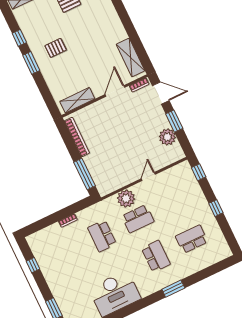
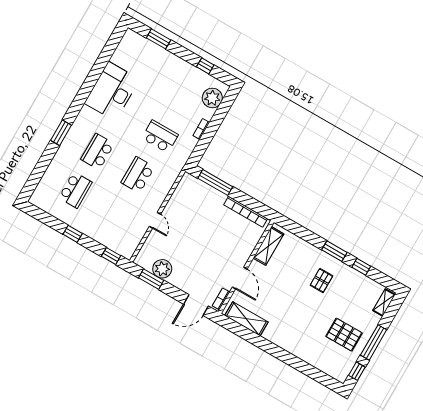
window: (174, 121) -> (151, 279), moved
plant: (126, 199) -> (212, 98), moved
school desk: (156, 256) -> (98, 152), turned 90

